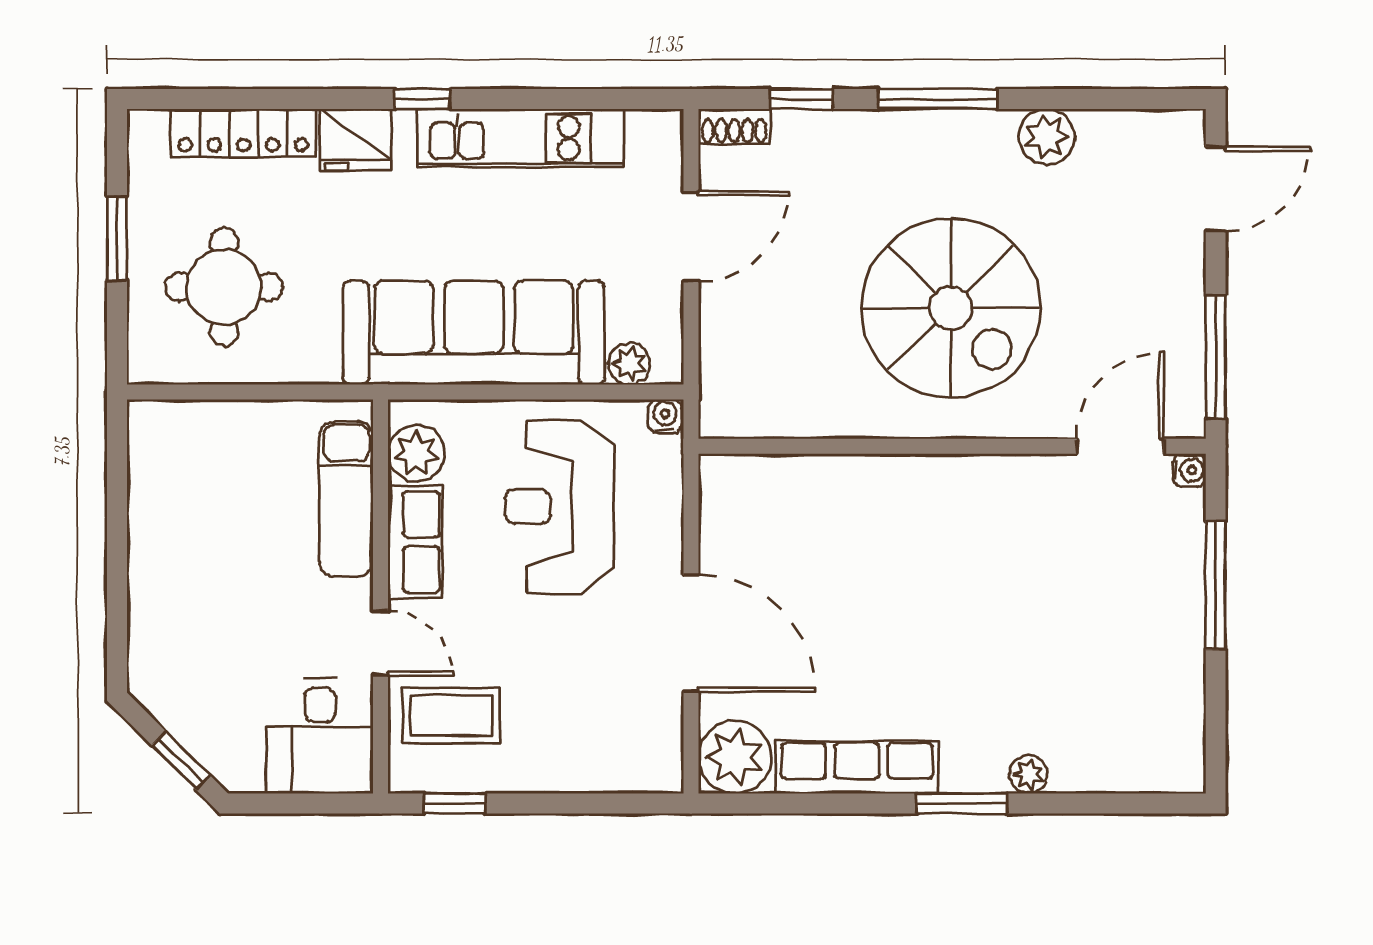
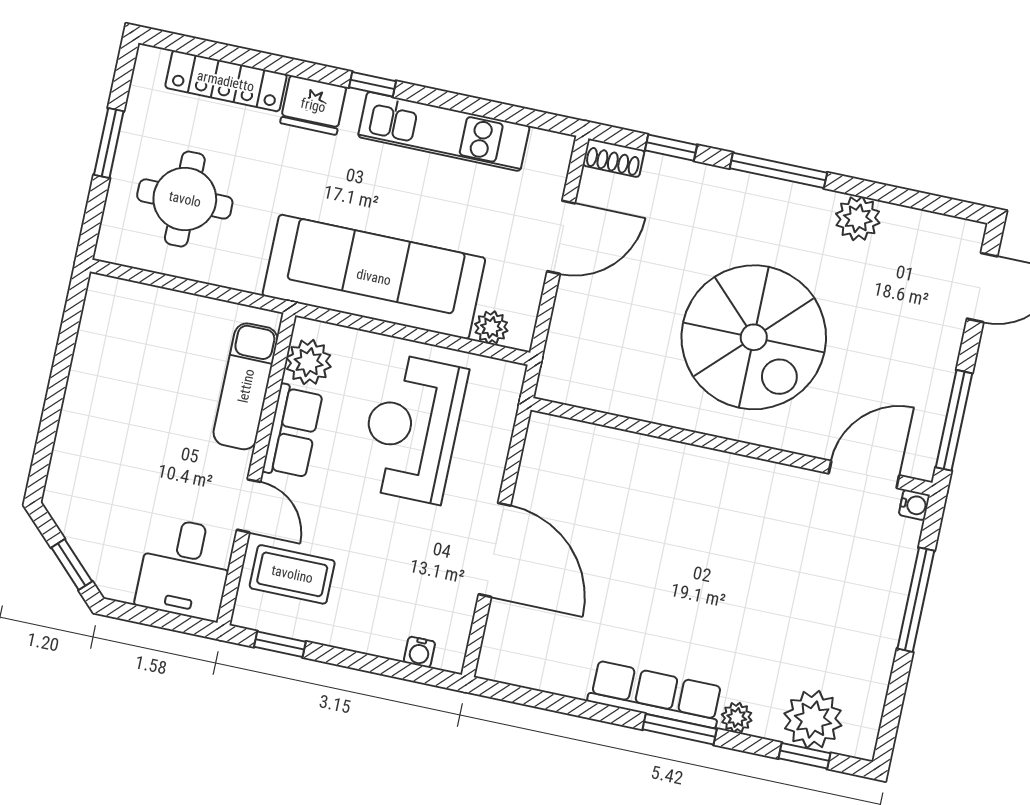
water cooler: (665, 416) -> (419, 652), moved, turned 180
plant: (735, 757) -> (813, 719), moved
row of seats: (857, 767) -> (656, 694), moved
window: (1121, 803) -> (804, 756), added

